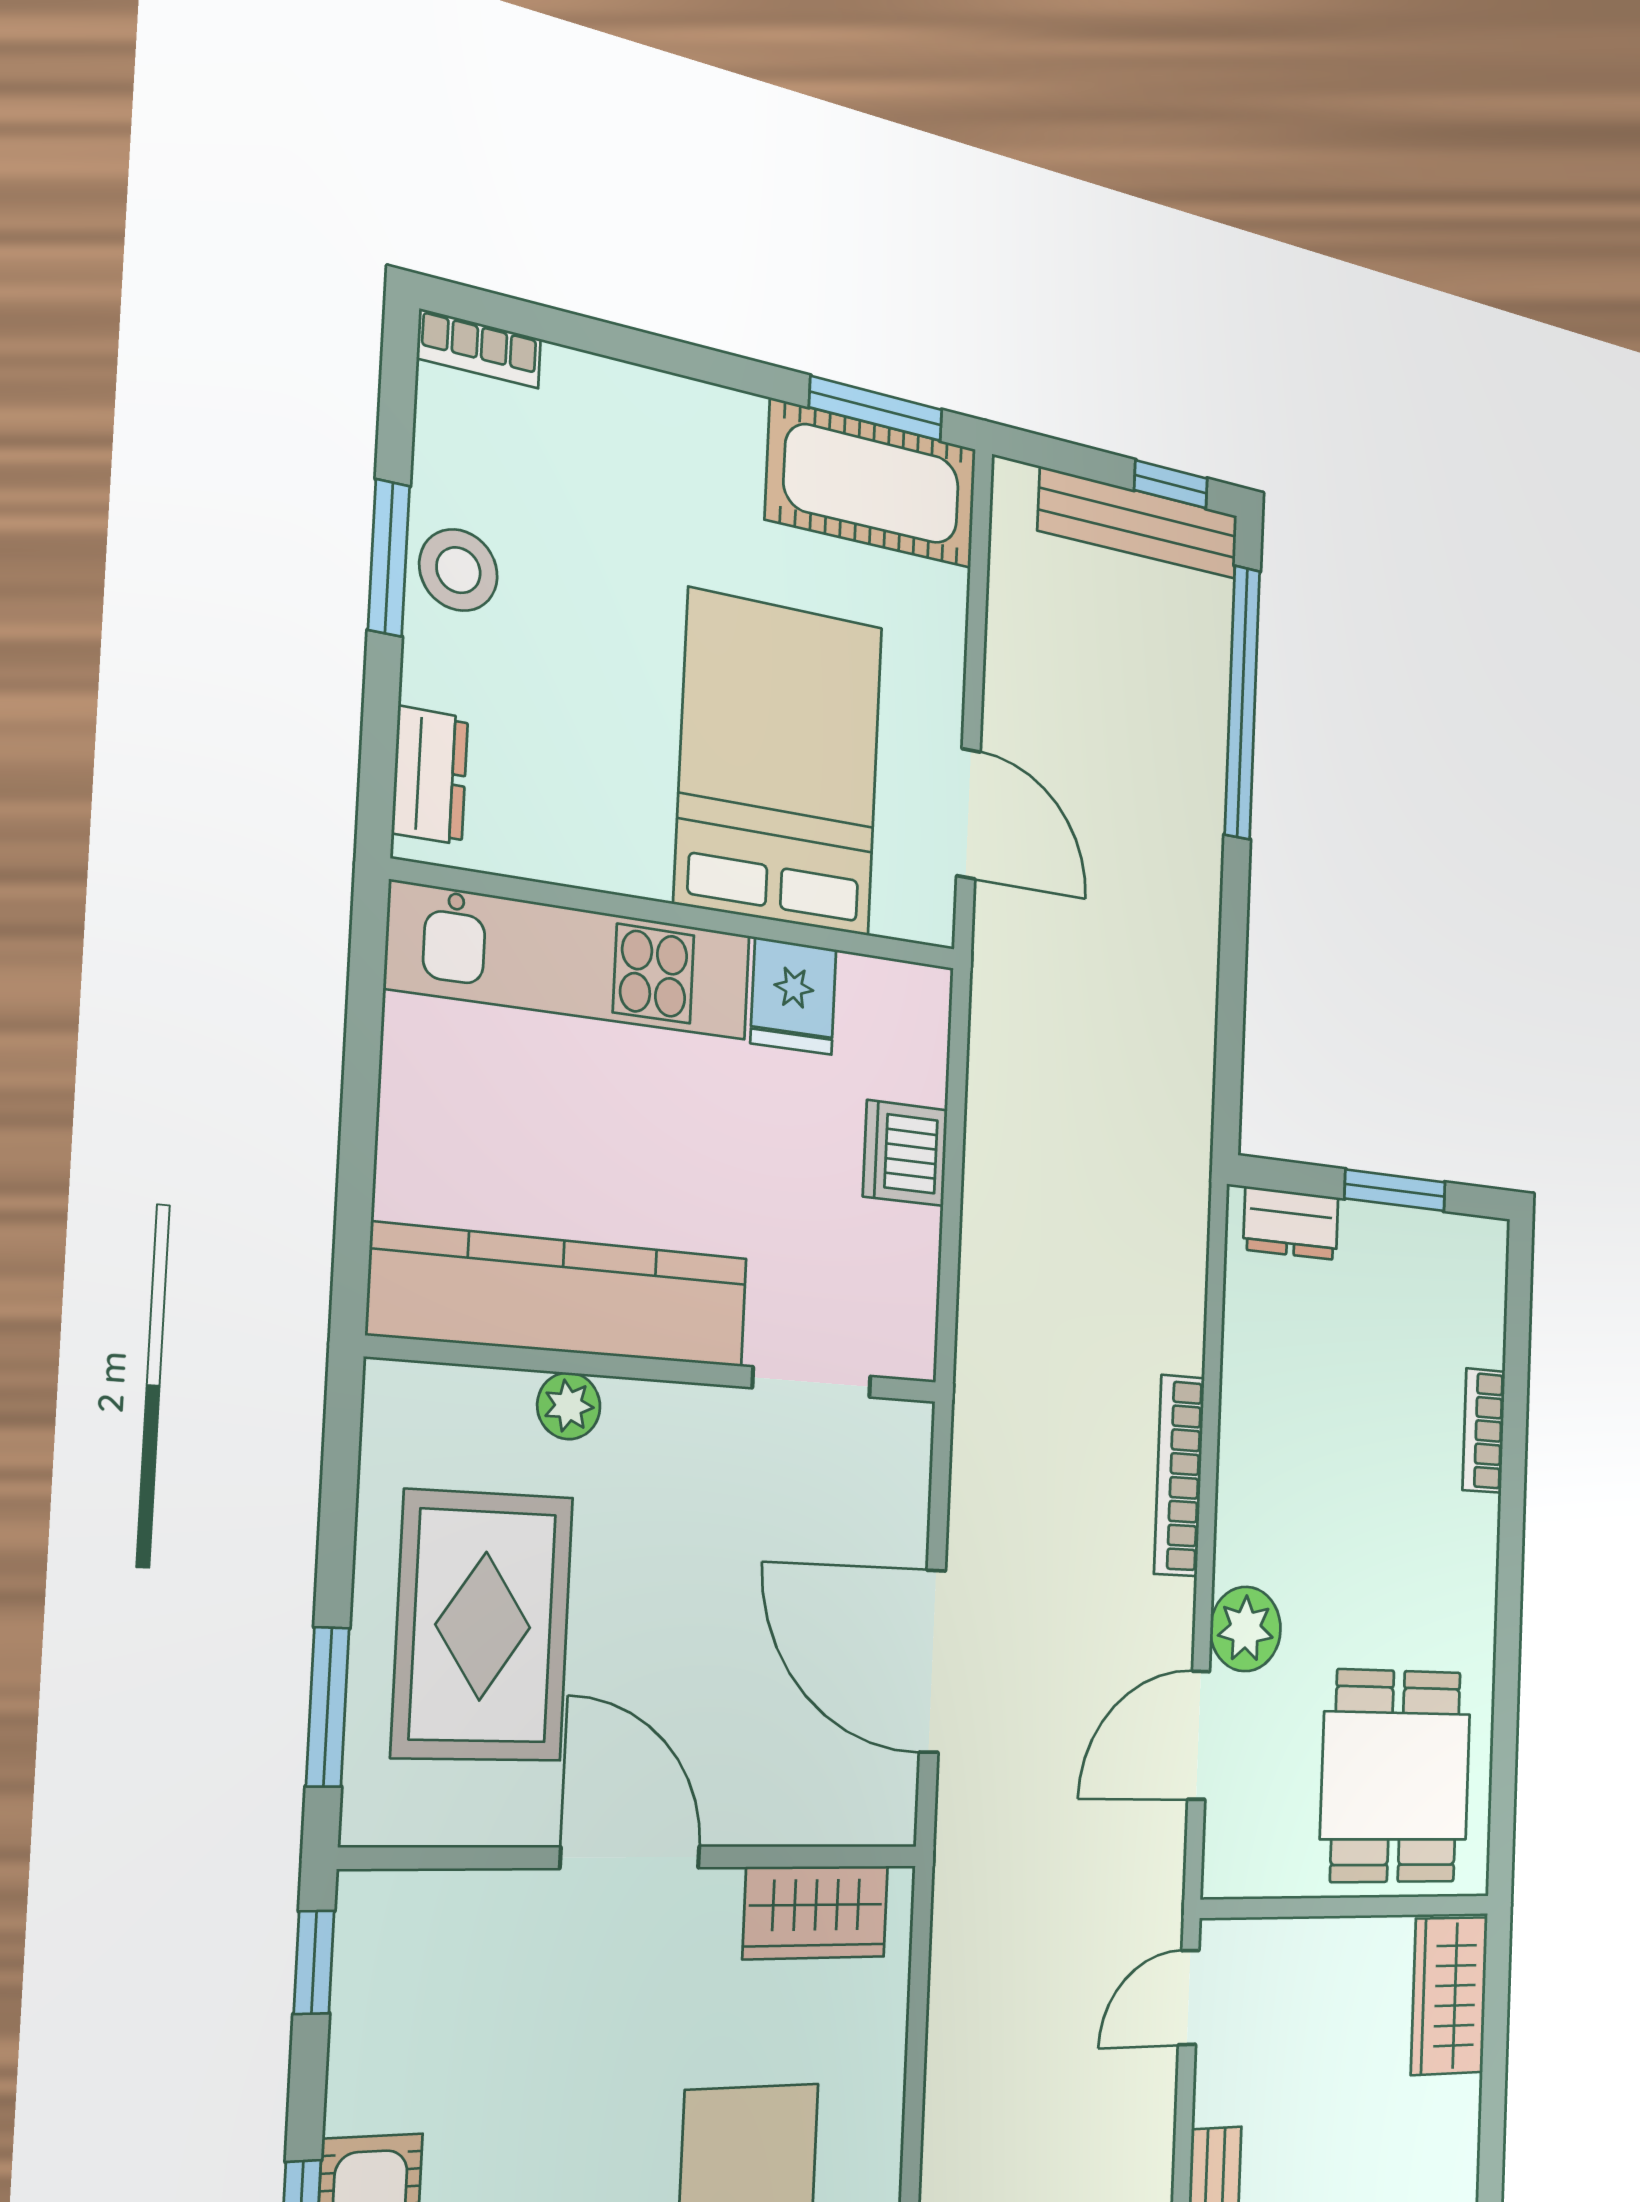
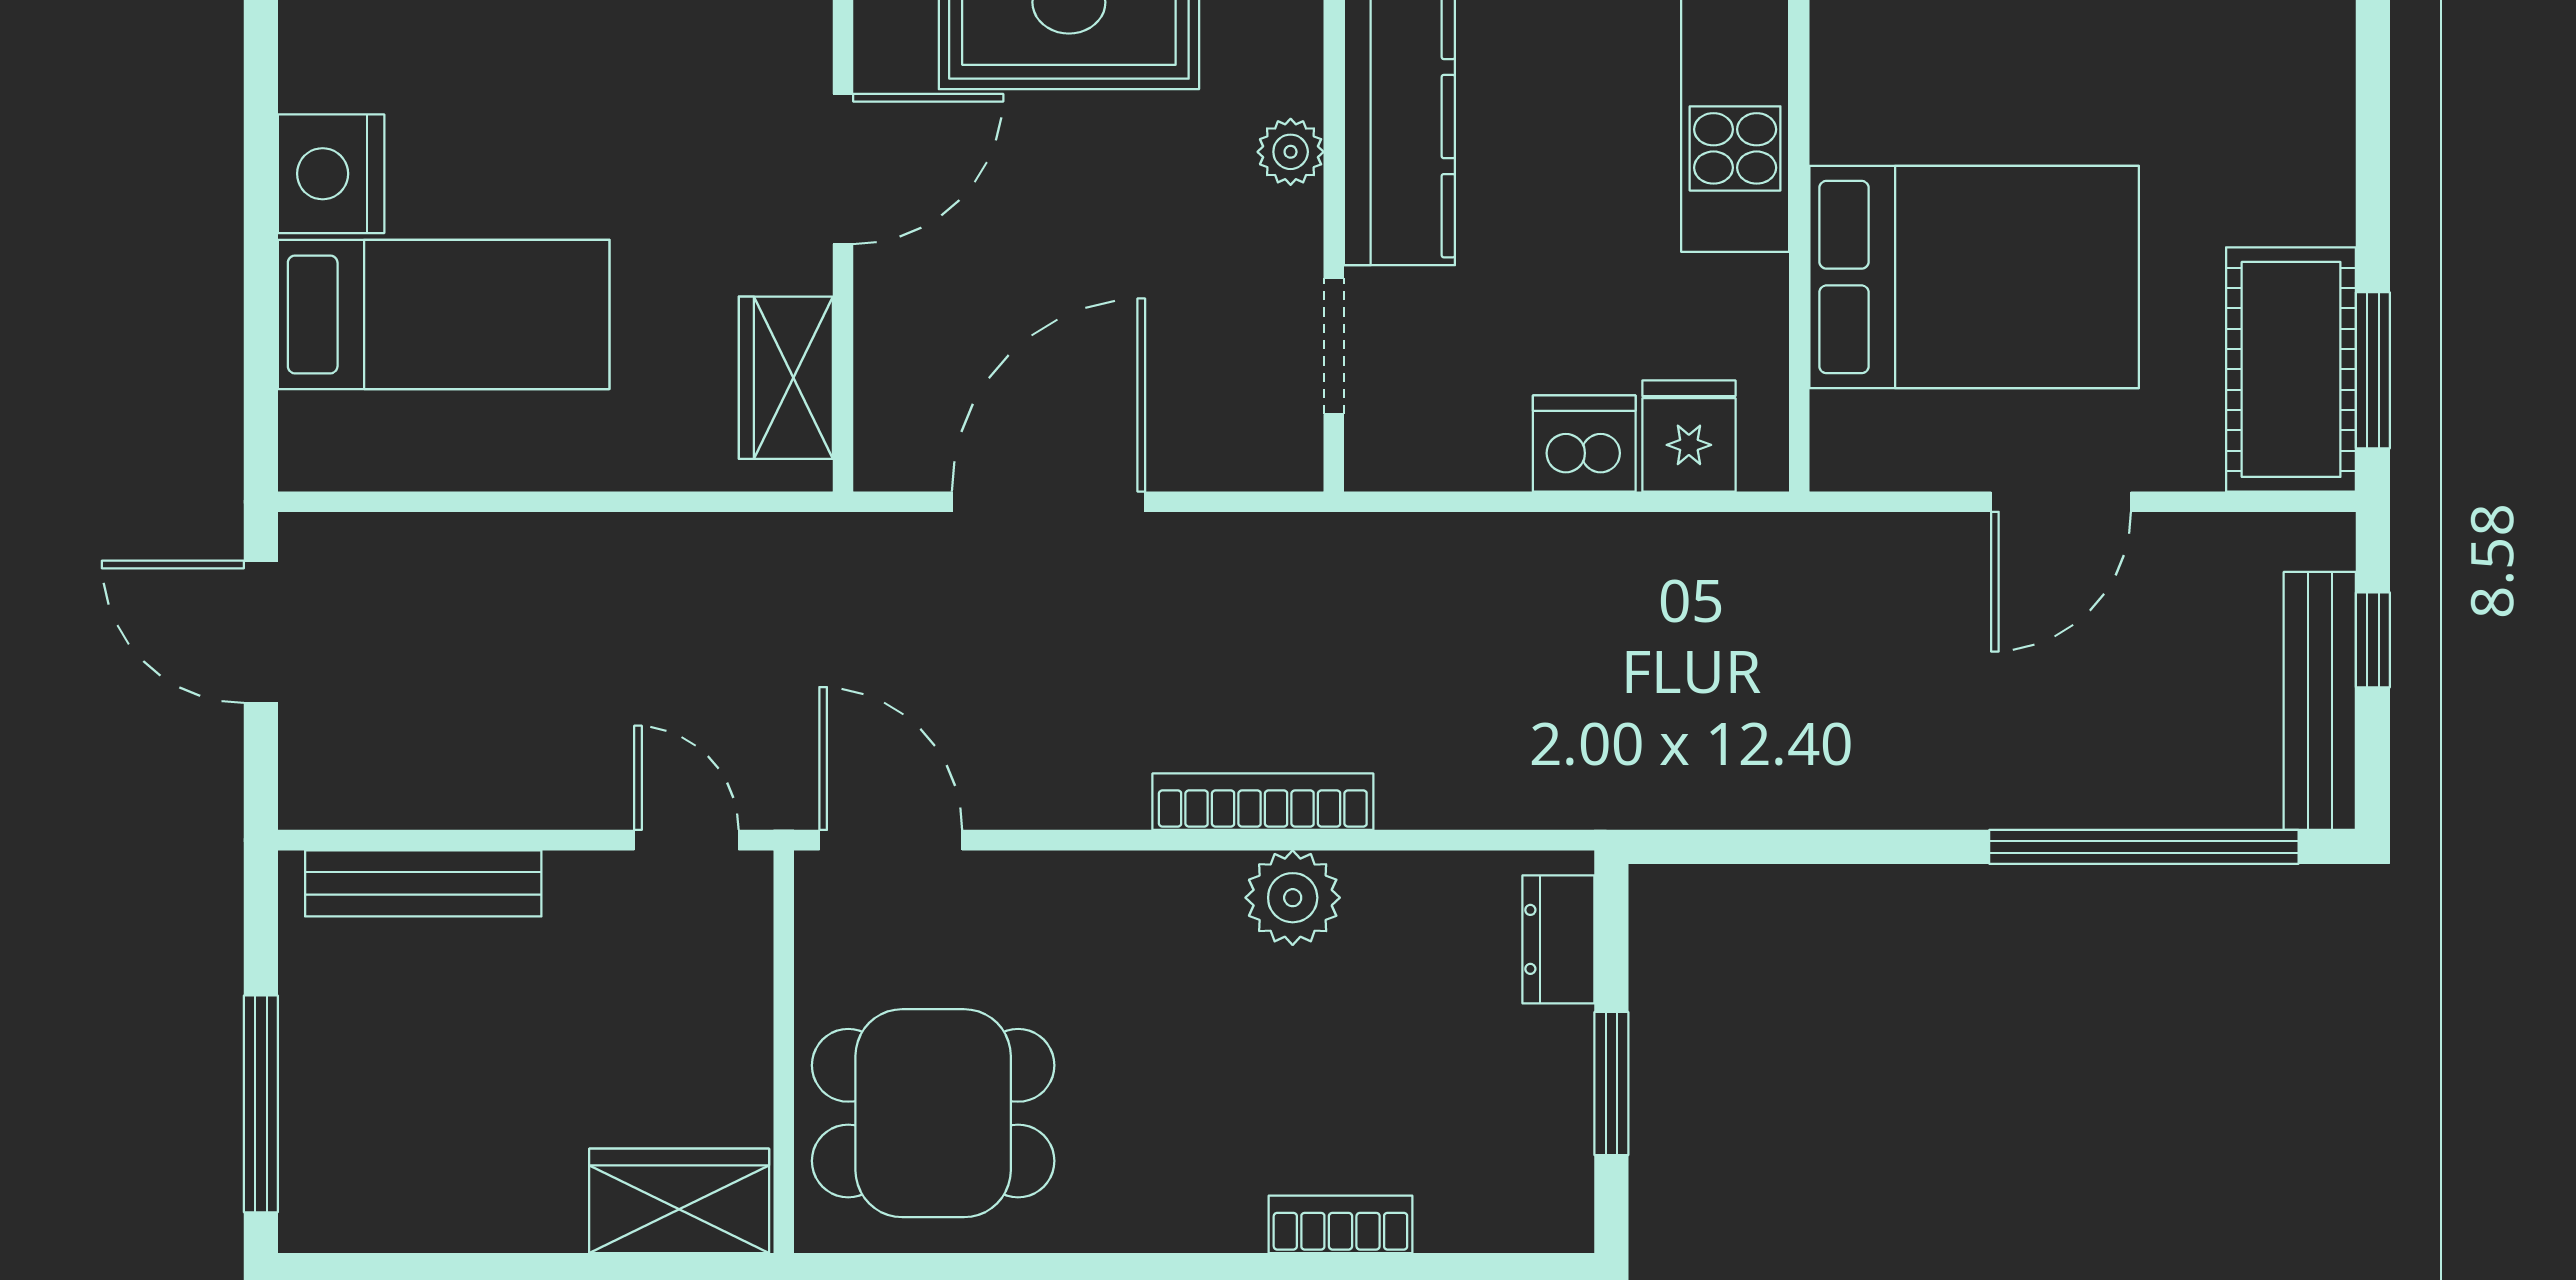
window: (1171, 484) -> (2373, 640), moved
door: (968, 814) -> (2061, 502), moved
fridge: (793, 996) -> (1689, 436), moved, turned 90
plant: (569, 1406) -> (1291, 152), moved
plant: (1246, 1629) -> (1293, 898), moved
door: (1199, 1735) -> (891, 840), moved

